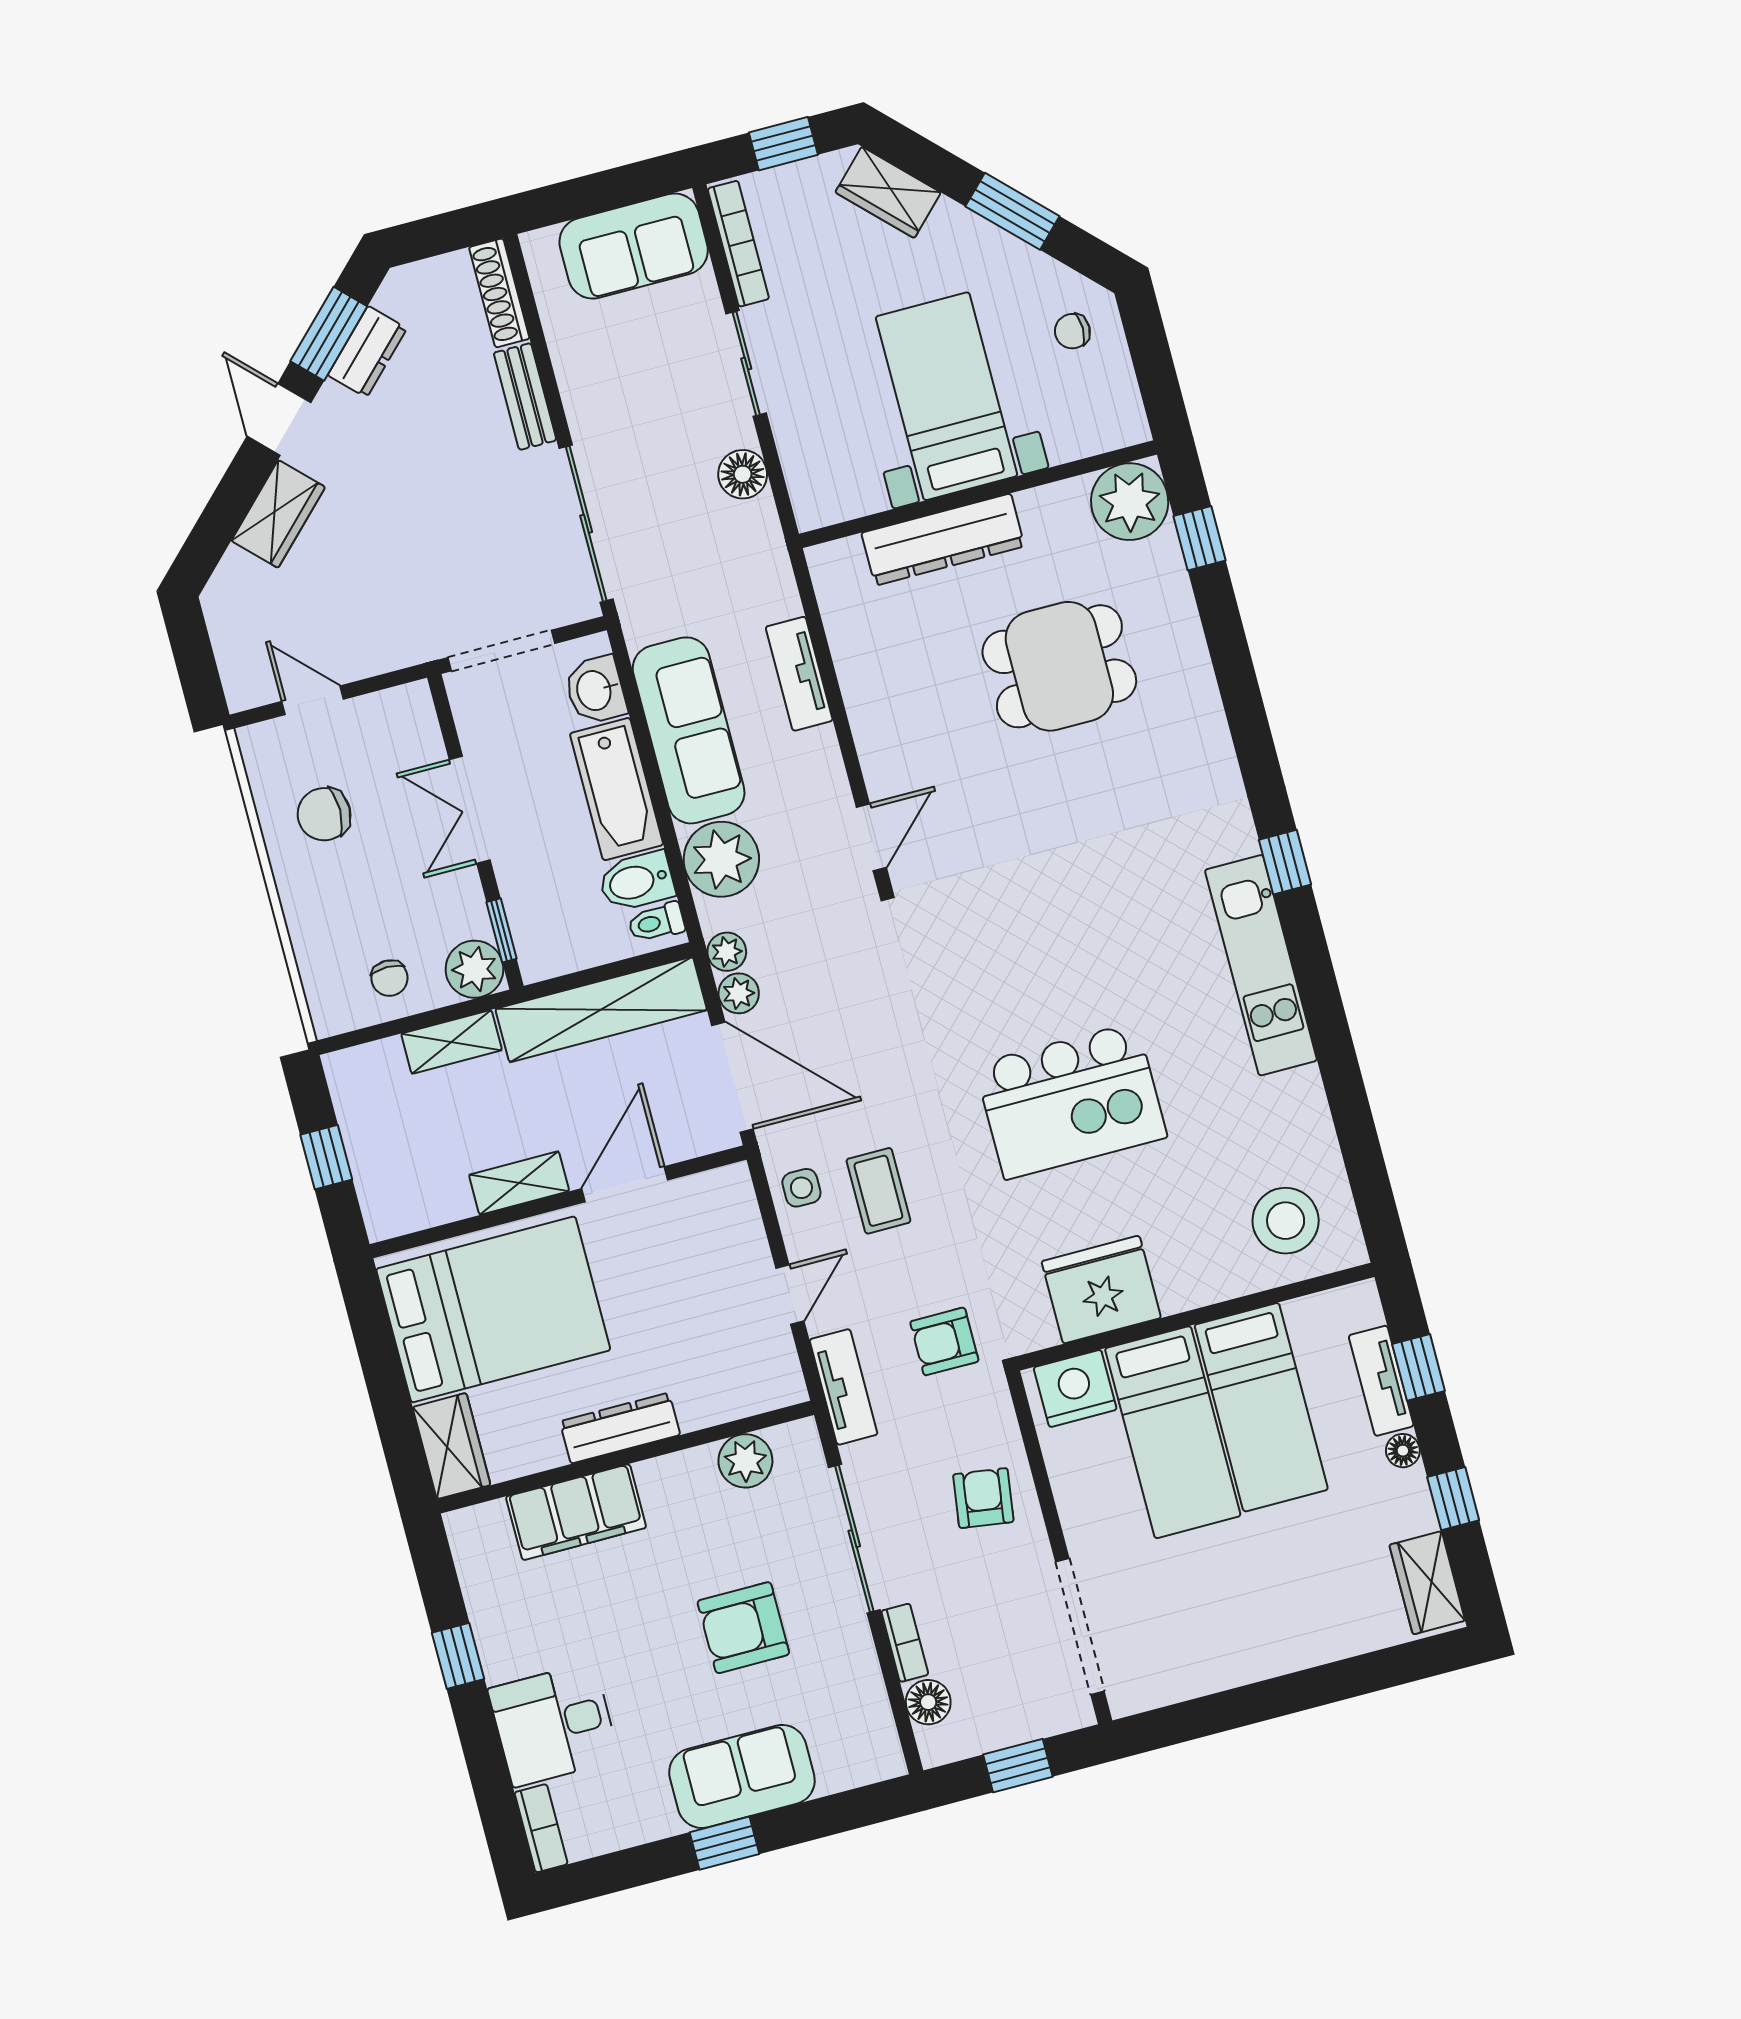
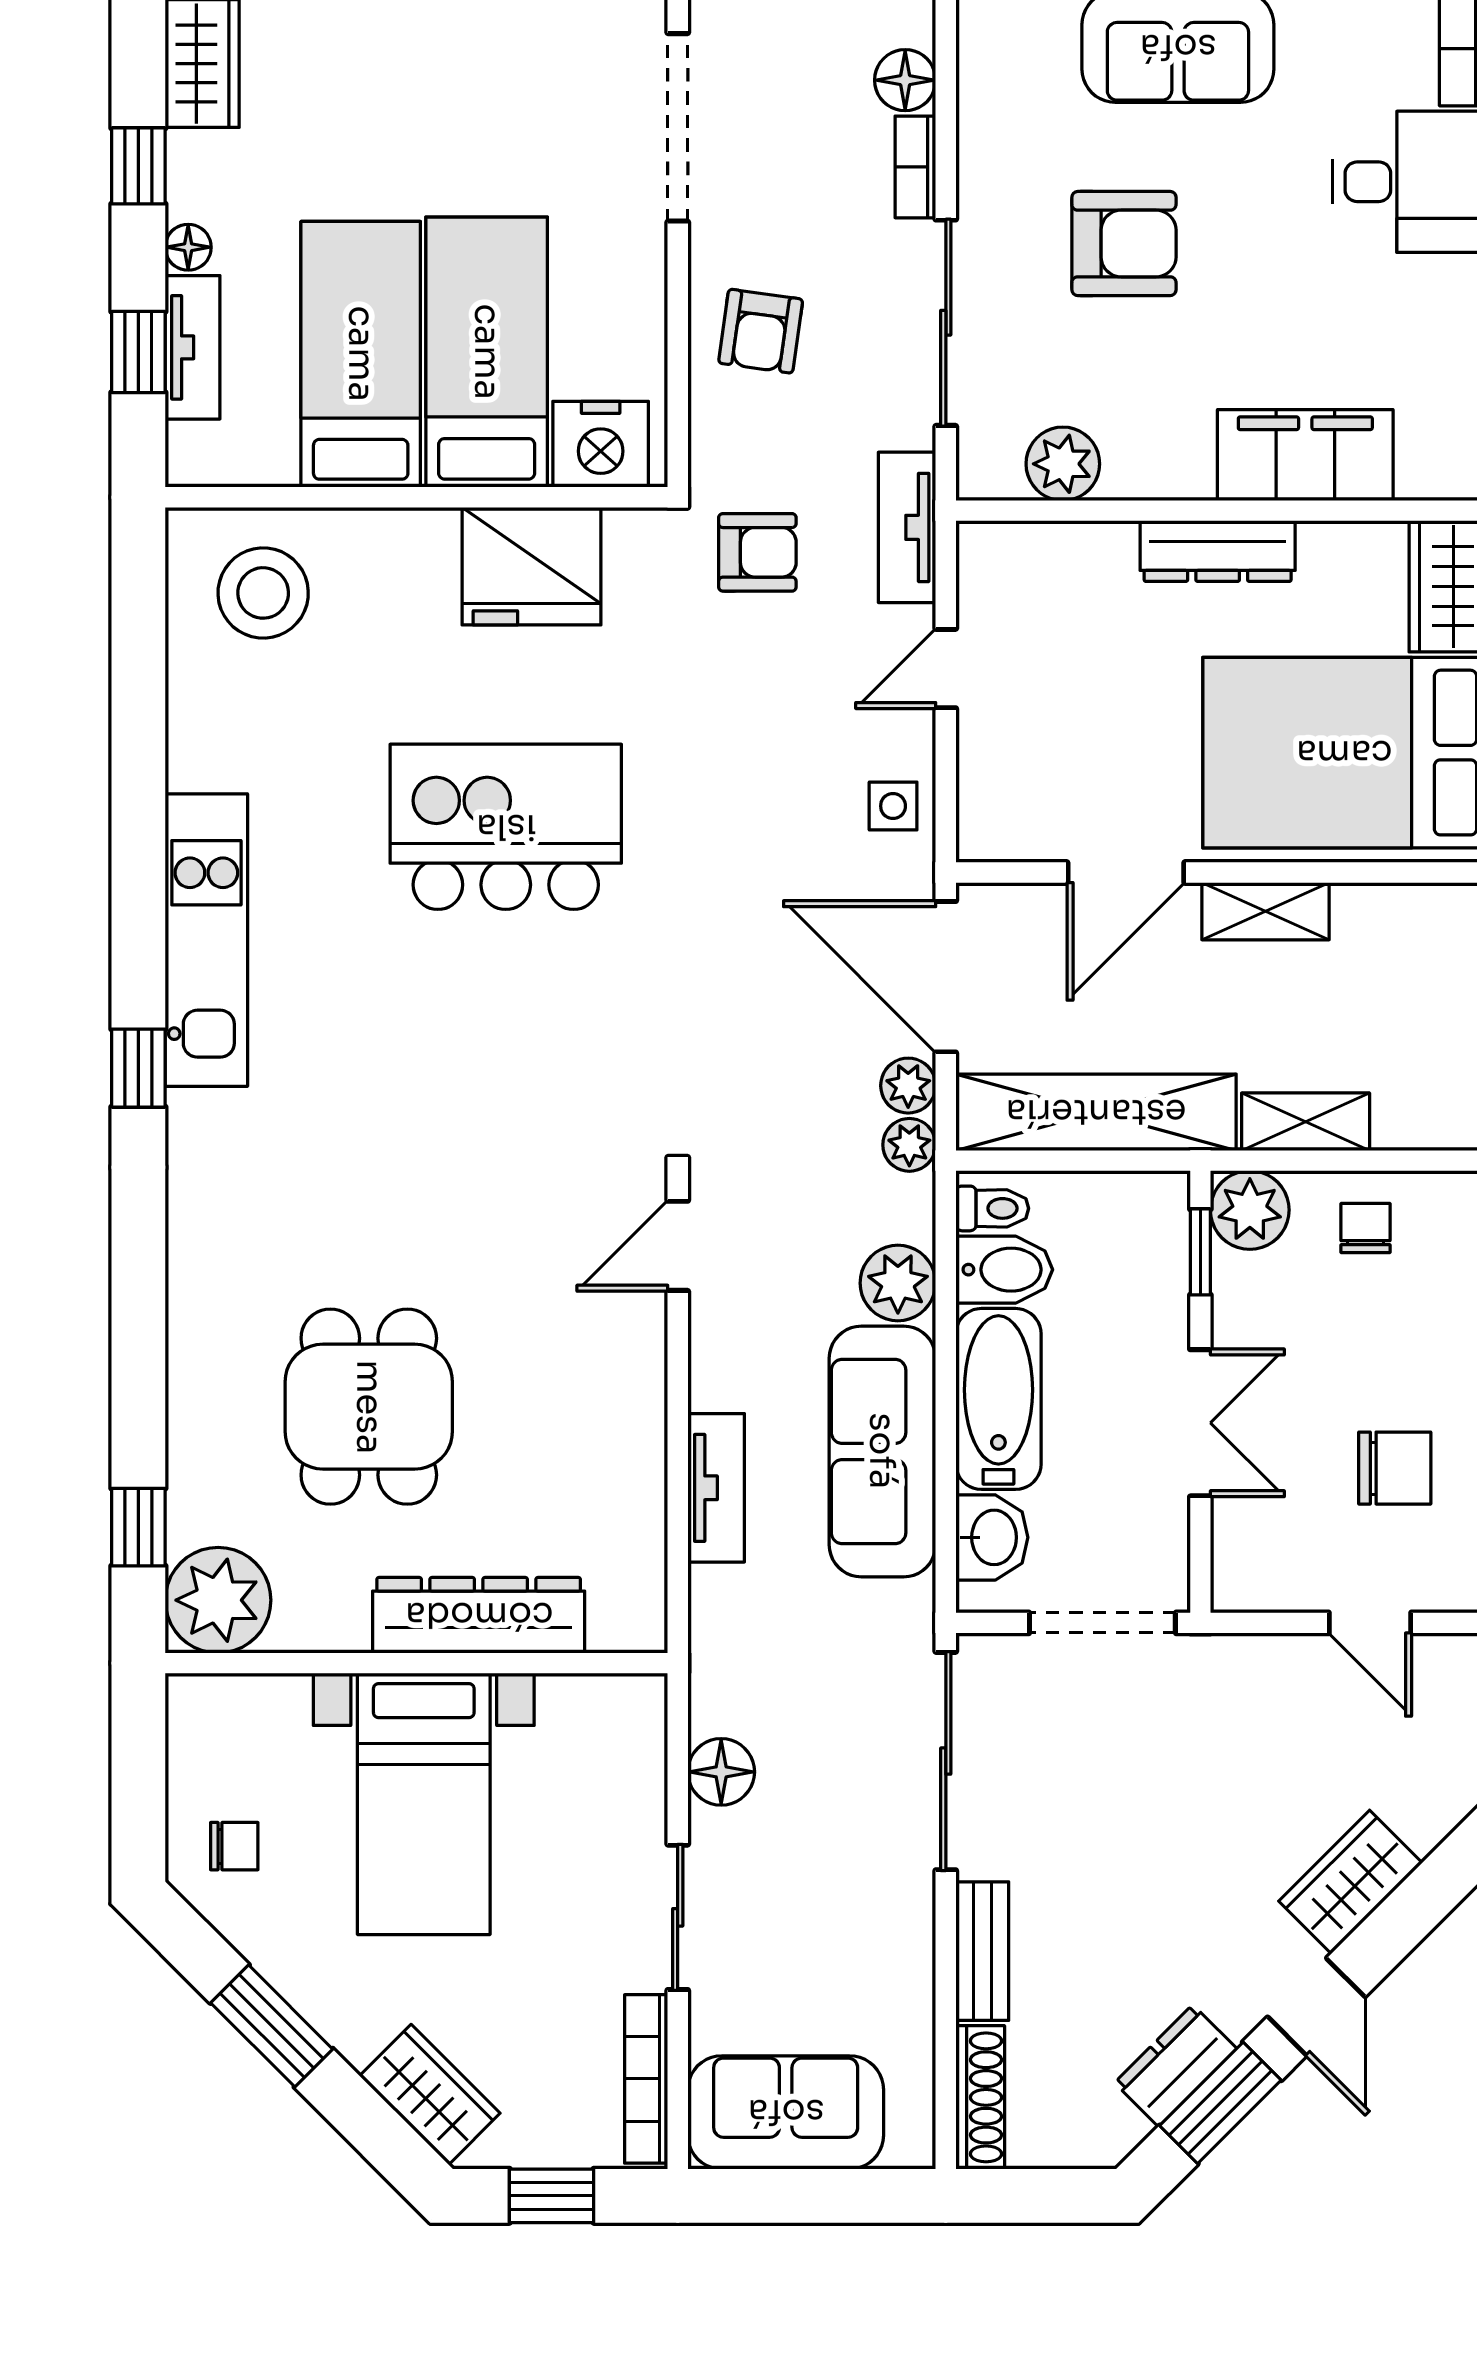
dining table: (1059, 666) -> (369, 1407), turned 90
plant: (721, 859) -> (898, 1283), width x0.73, depth x0.73
coffee table: (878, 1191) -> (792, 775), removed

